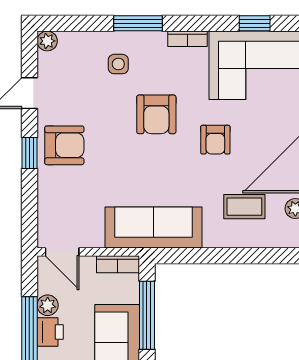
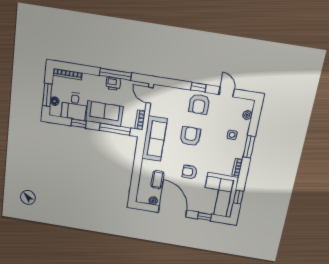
plant: (47, 41) -> (247, 115), moved
armchair: (156, 114) -> (190, 136), moved, turned 90
door: (62, 252) -> (150, 95), hinge flipped
plant: (48, 305) -> (126, 85), removed

